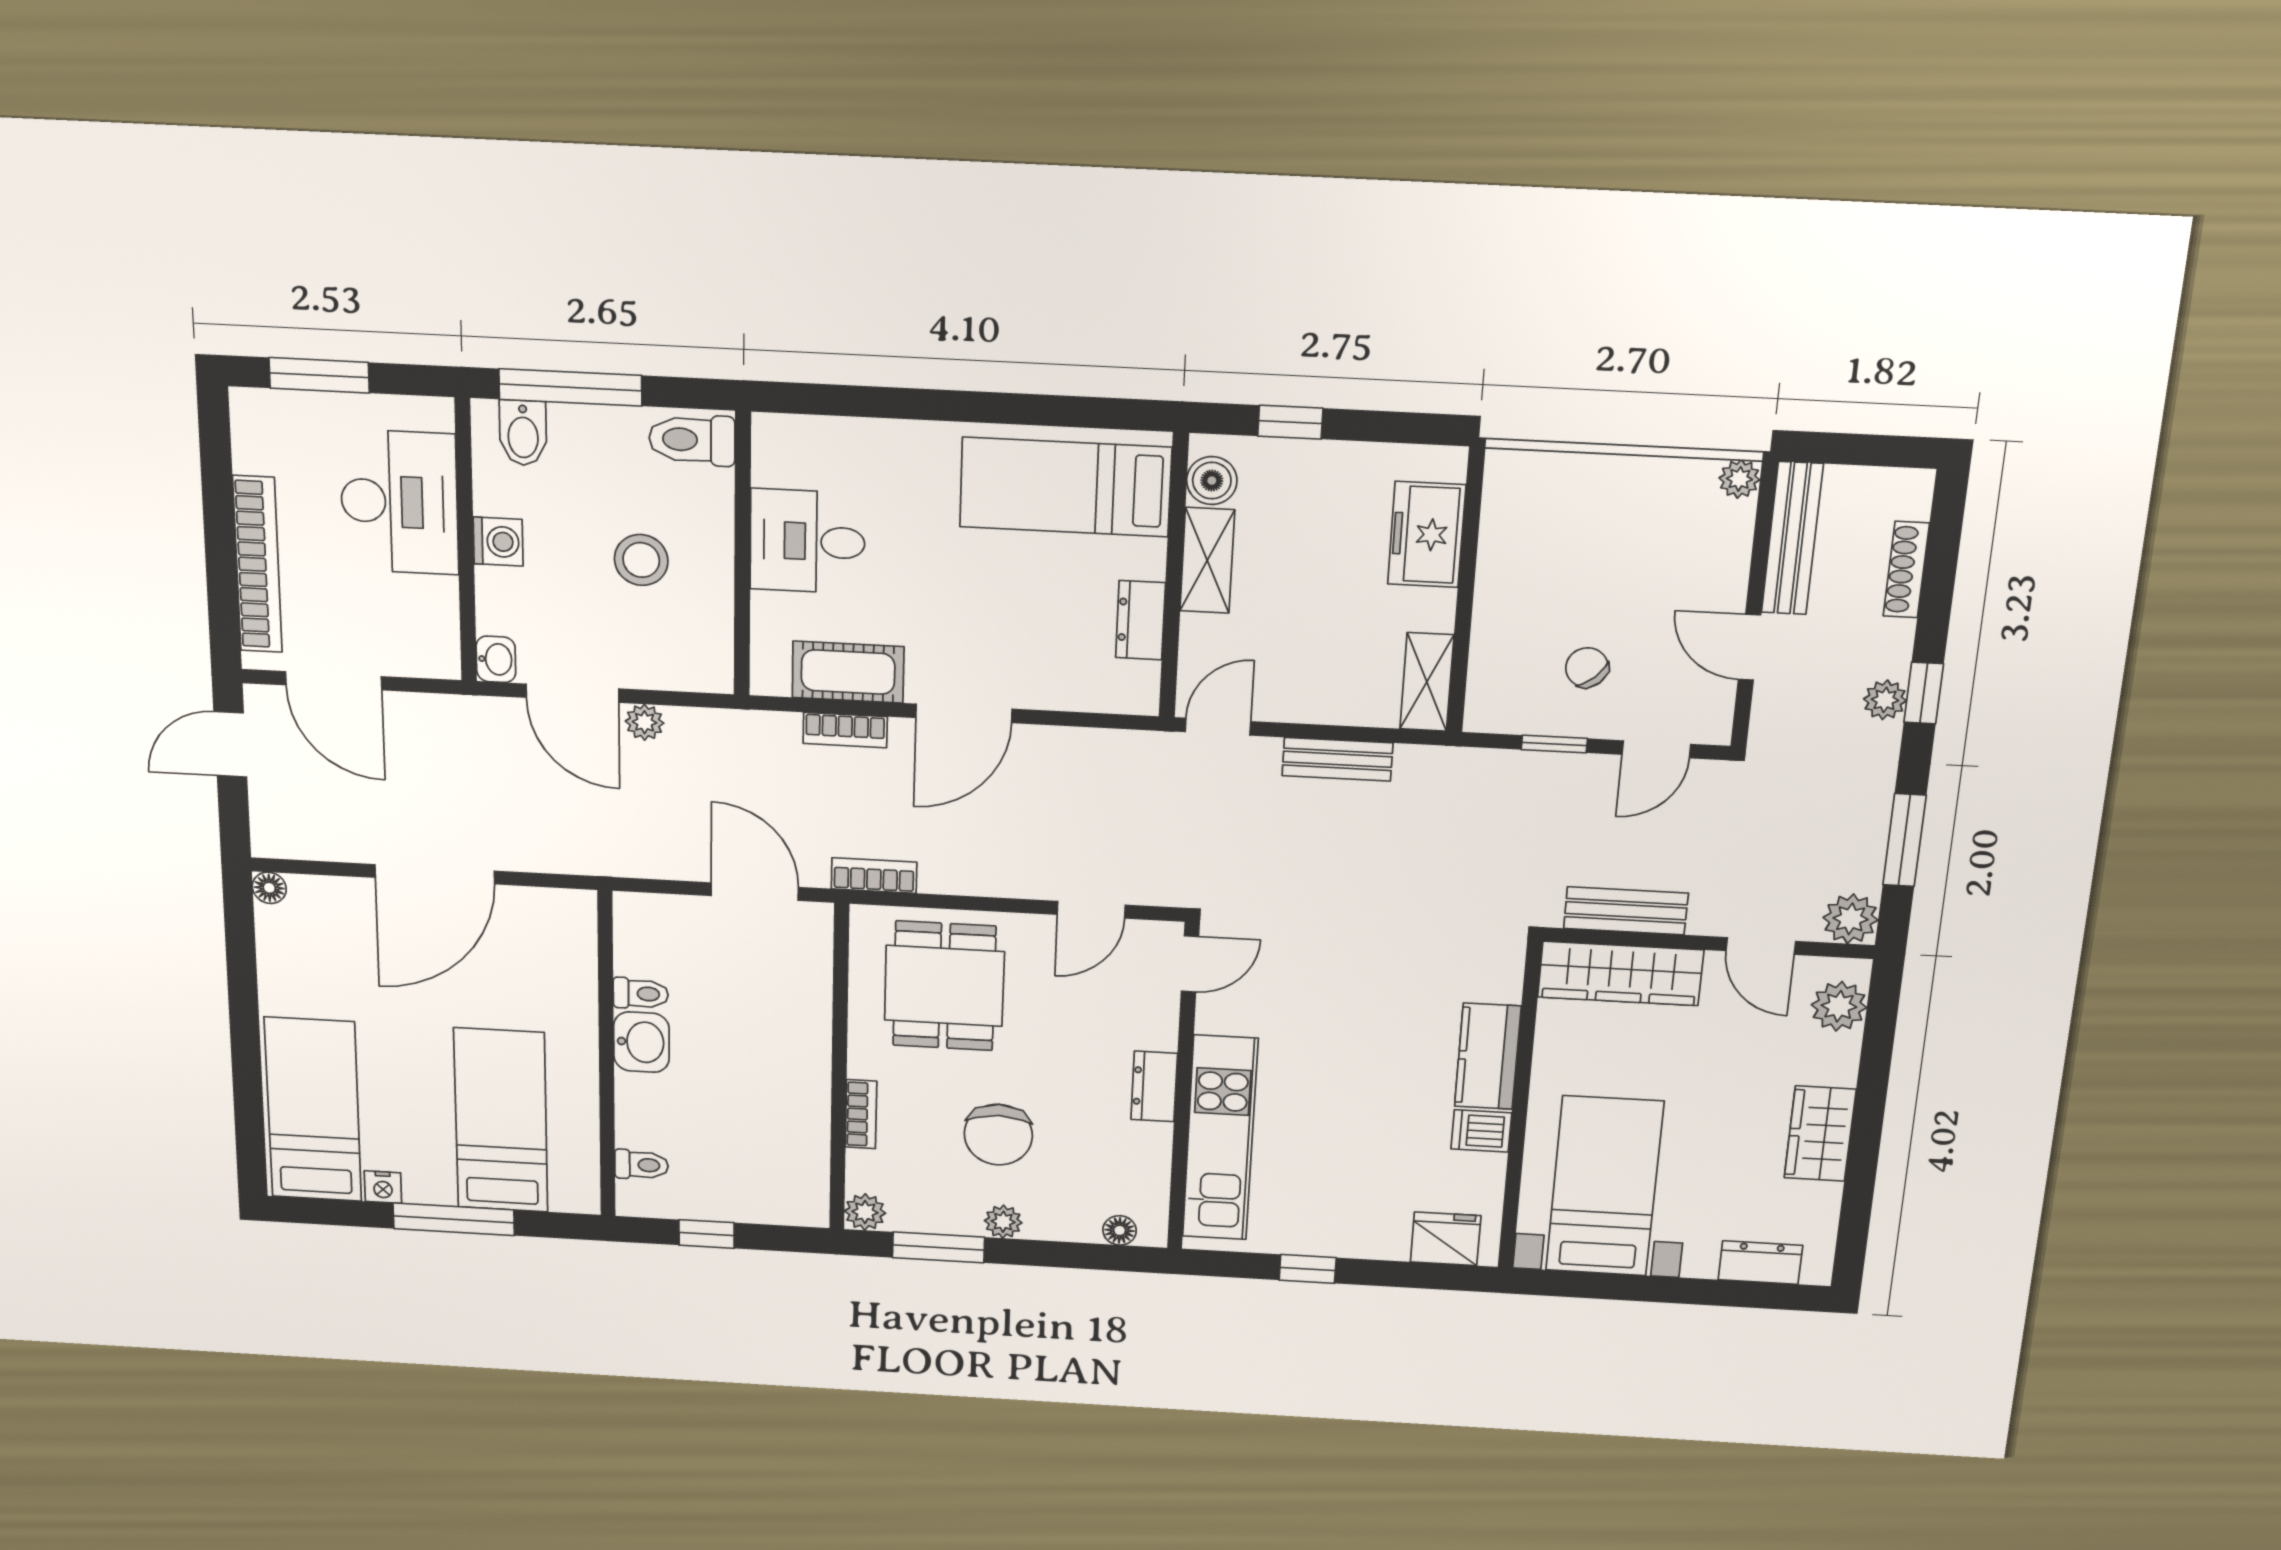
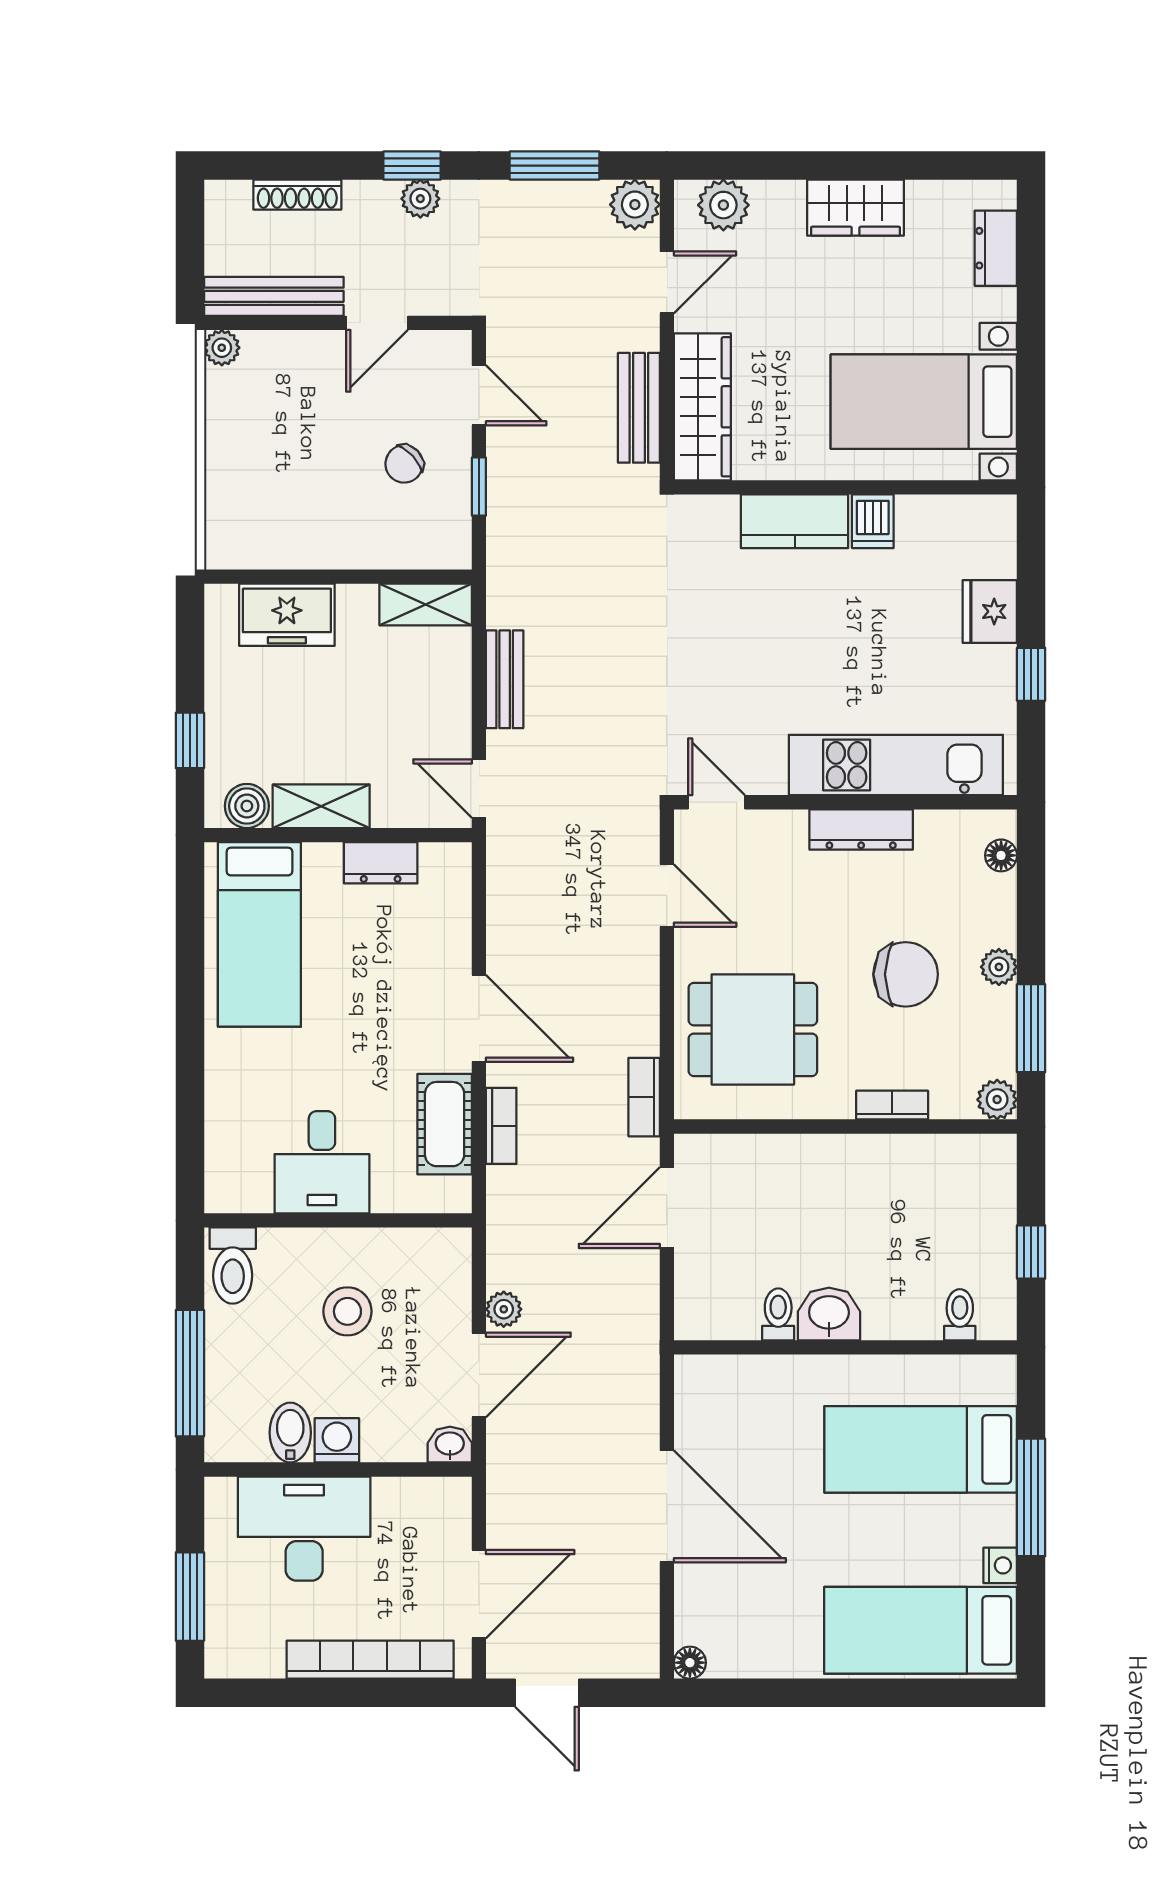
bidet: (523, 433) -> (290, 1433), moved, turned -90
dresser: (1154, 1086) -> (861, 830), width x1.44
fridge: (1446, 1239) -> (990, 611), moved

